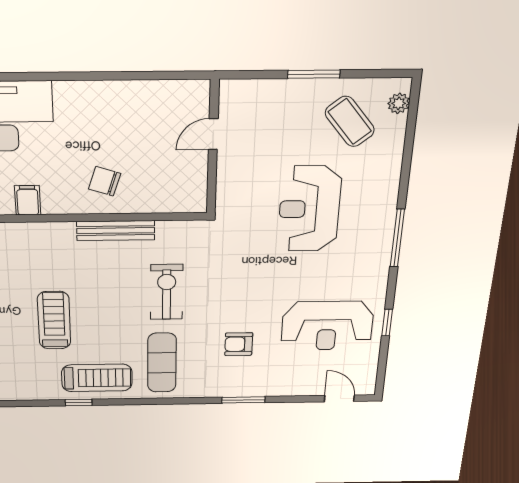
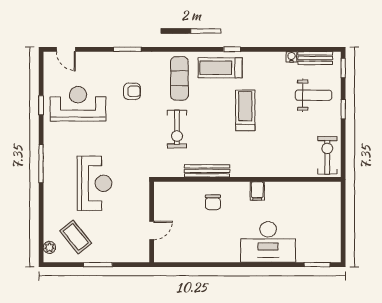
chair: (105, 181) -> (213, 202), turned 72
treadmill: (54, 320) -> (245, 110), turned 180

